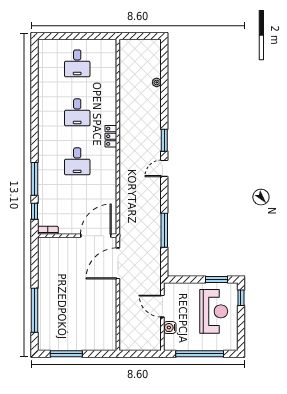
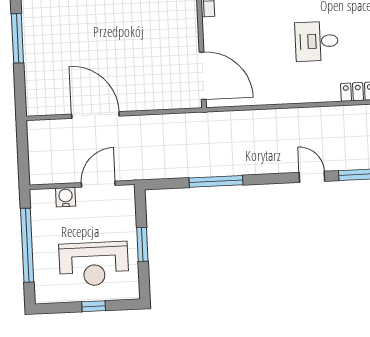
door: (118, 263) -> (95, 115), moved
window: (217, 280) -> (142, 244), moved
window: (241, 298) -> (94, 306), moved

